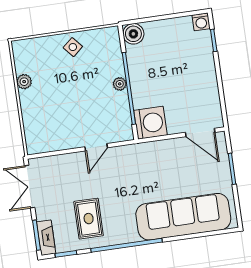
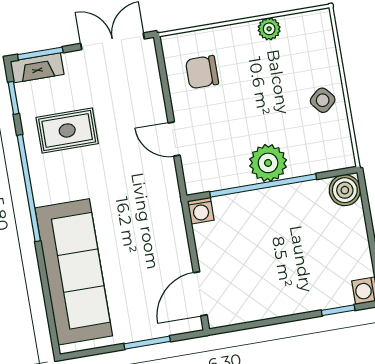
plant: (120, 84) -> (268, 163), width x1.88, depth x1.88
washing machine: (150, 123) -> (201, 211), width x0.53, depth x0.53
chair: (52, 127) -> (202, 72), added

